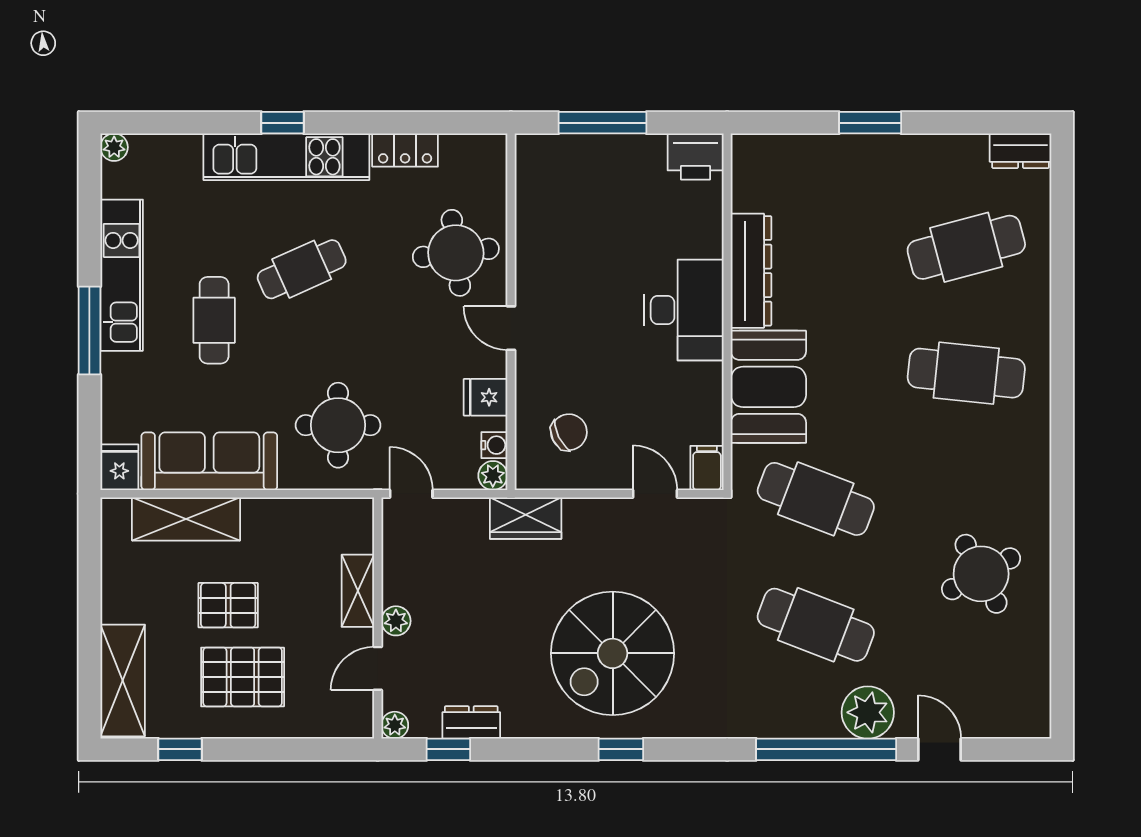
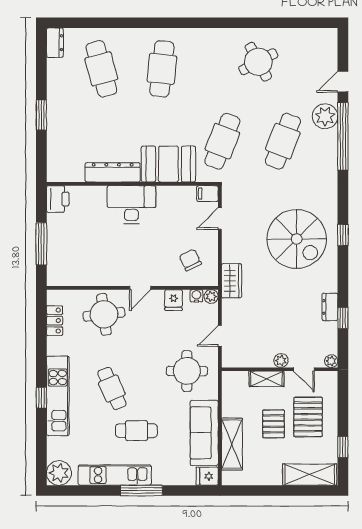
plant: (114, 147) -> (59, 473), width x1.88, depth x1.88
locker: (405, 150) -> (55, 321), moved
shelving: (358, 591) -> (267, 379), moved
wall: (378, 618) -> (280, 369), moved
plant: (396, 621) -> (281, 360), moved
door: (378, 668) -> (304, 369), moved
plant: (395, 725) -> (331, 361), moved

